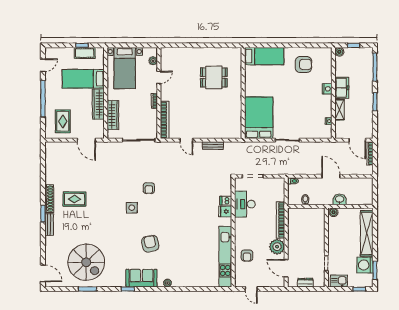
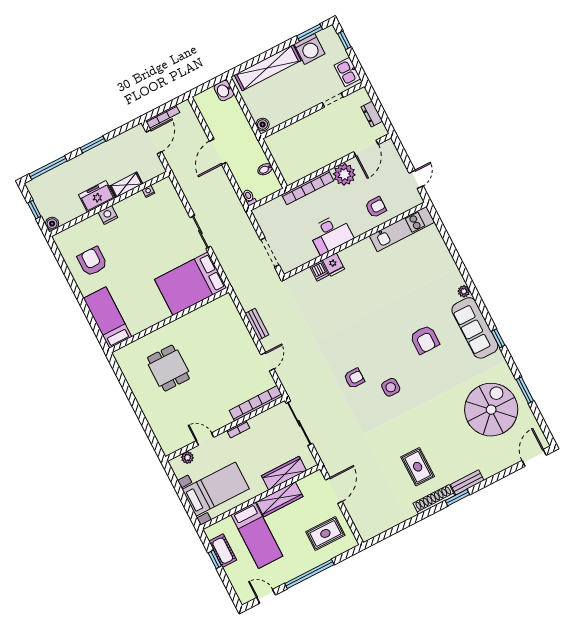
washbasin: (340, 199) -> (224, 91), moved
desk: (245, 204) -> (331, 234), moved
armchair: (150, 244) -> (425, 340), turned -78
kitchen unit: (225, 257) -> (402, 229), width x0.73
sofa: (141, 278) -> (475, 328), width x1.36

